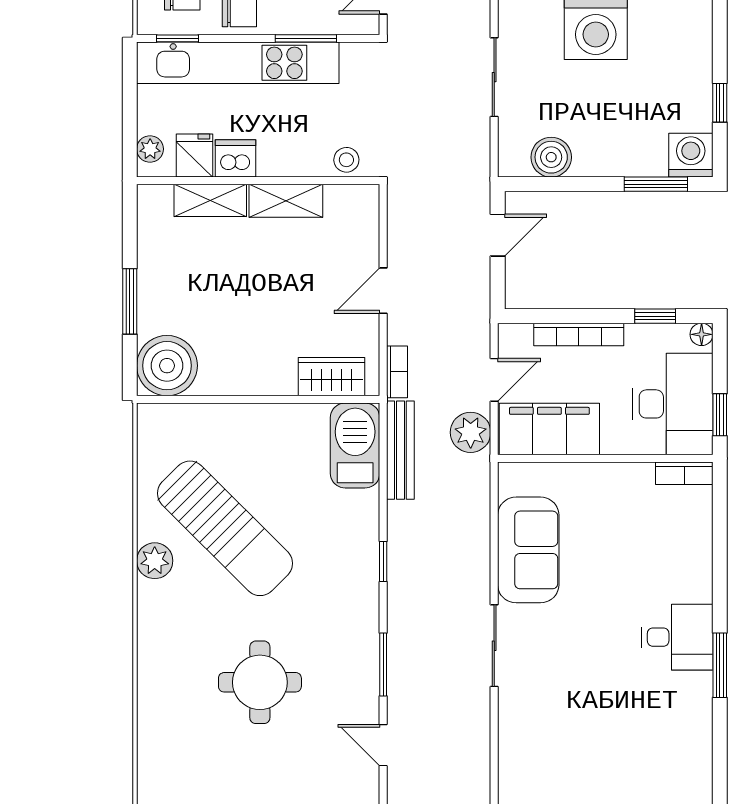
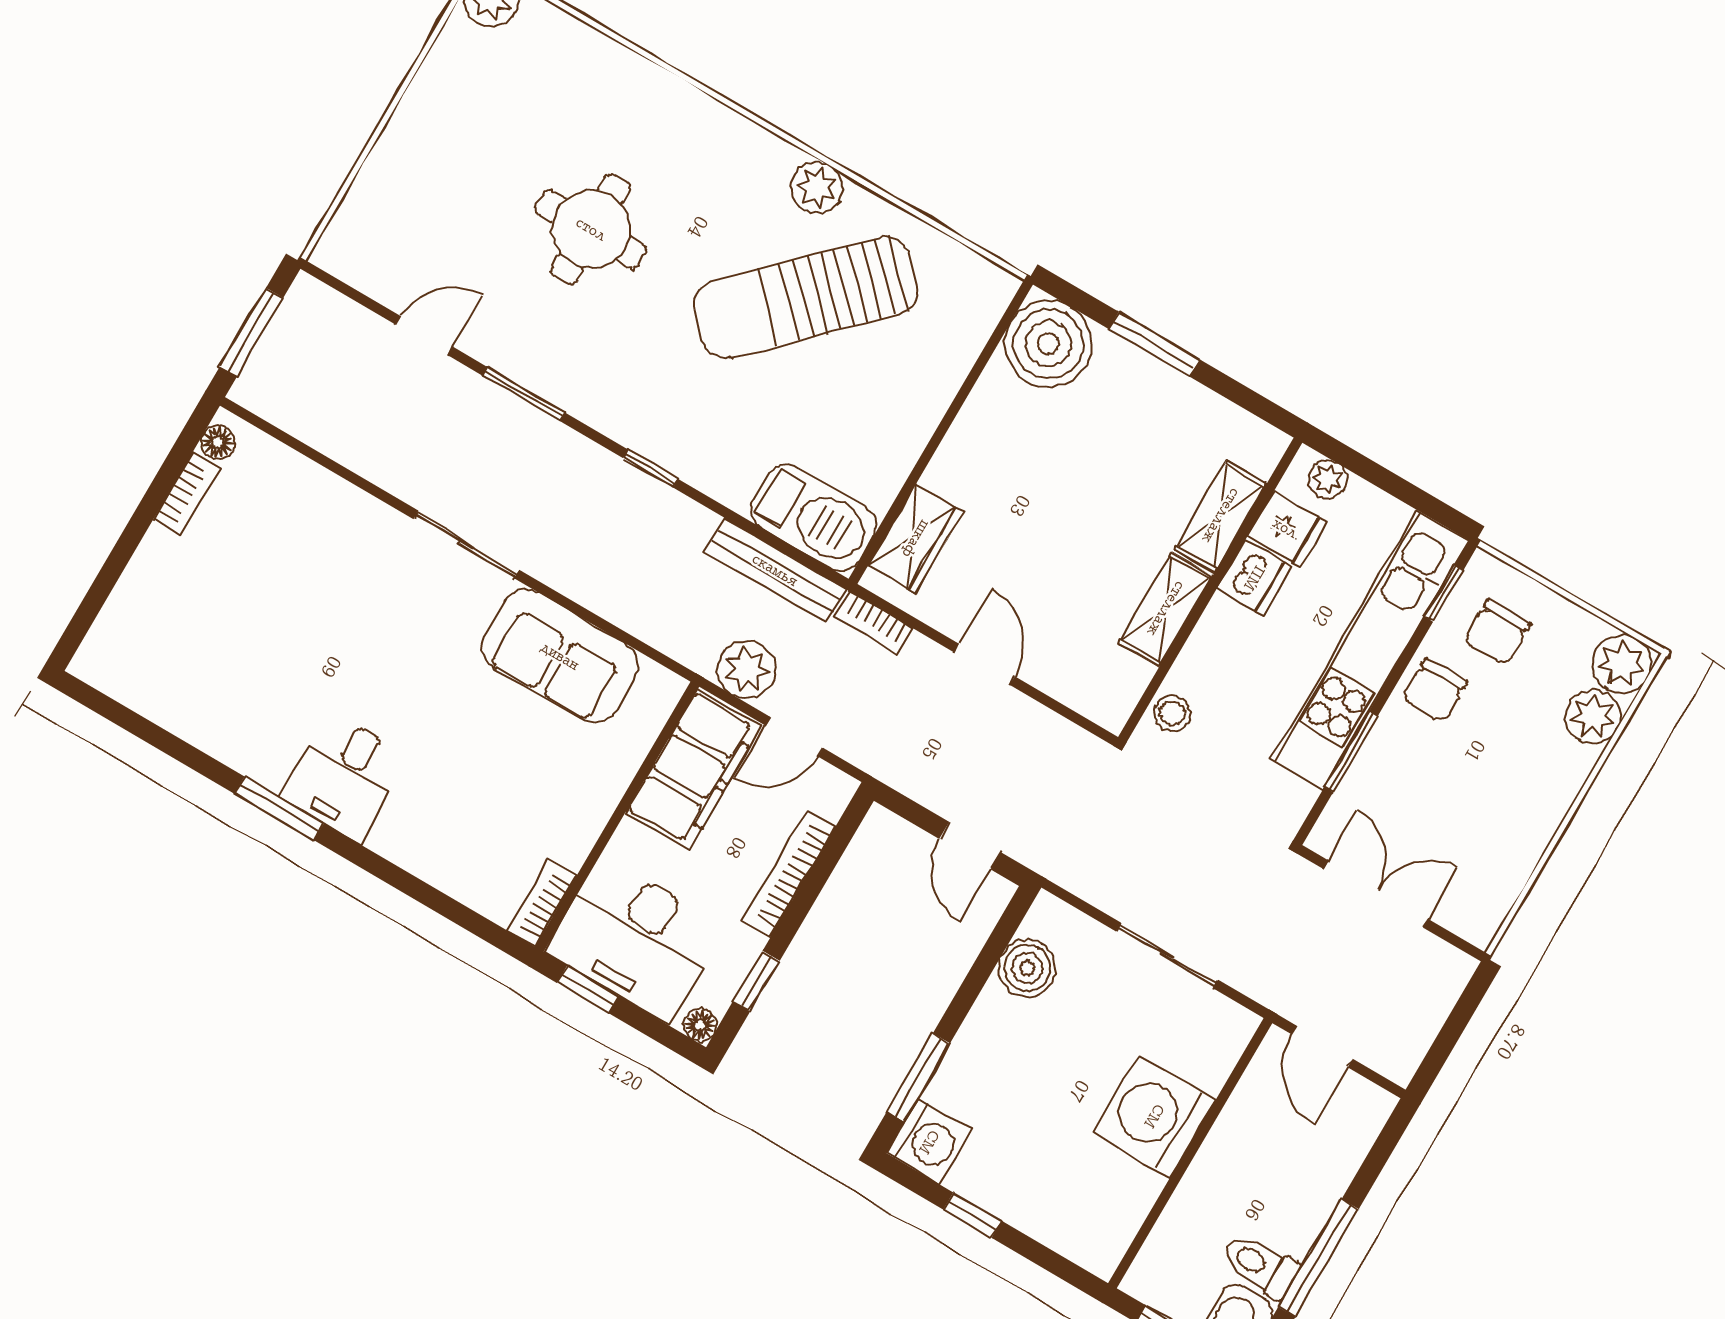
door: (494, 380) -> (794, 737), hinge flipped

